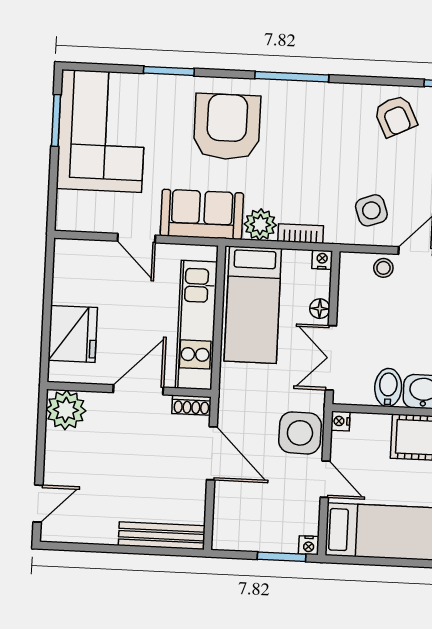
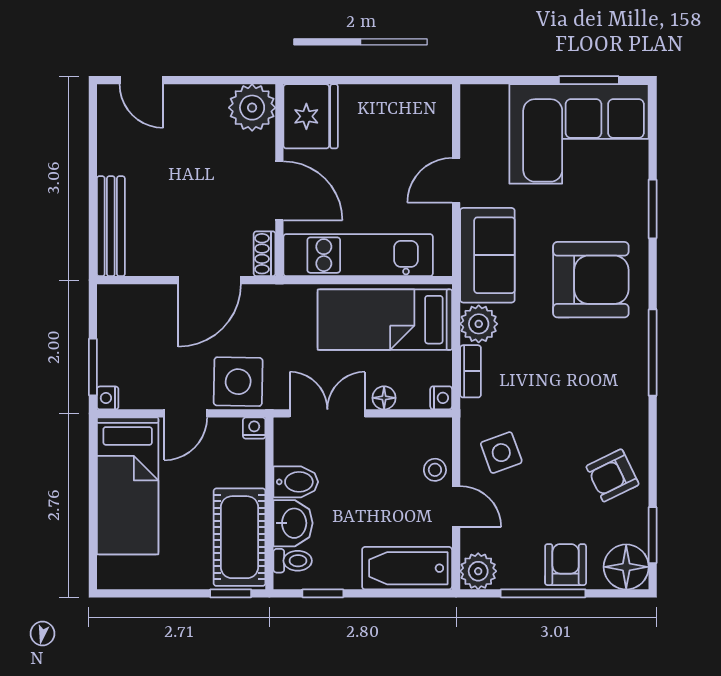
fridge: (73, 334) -> (311, 116), moved, turned -90

